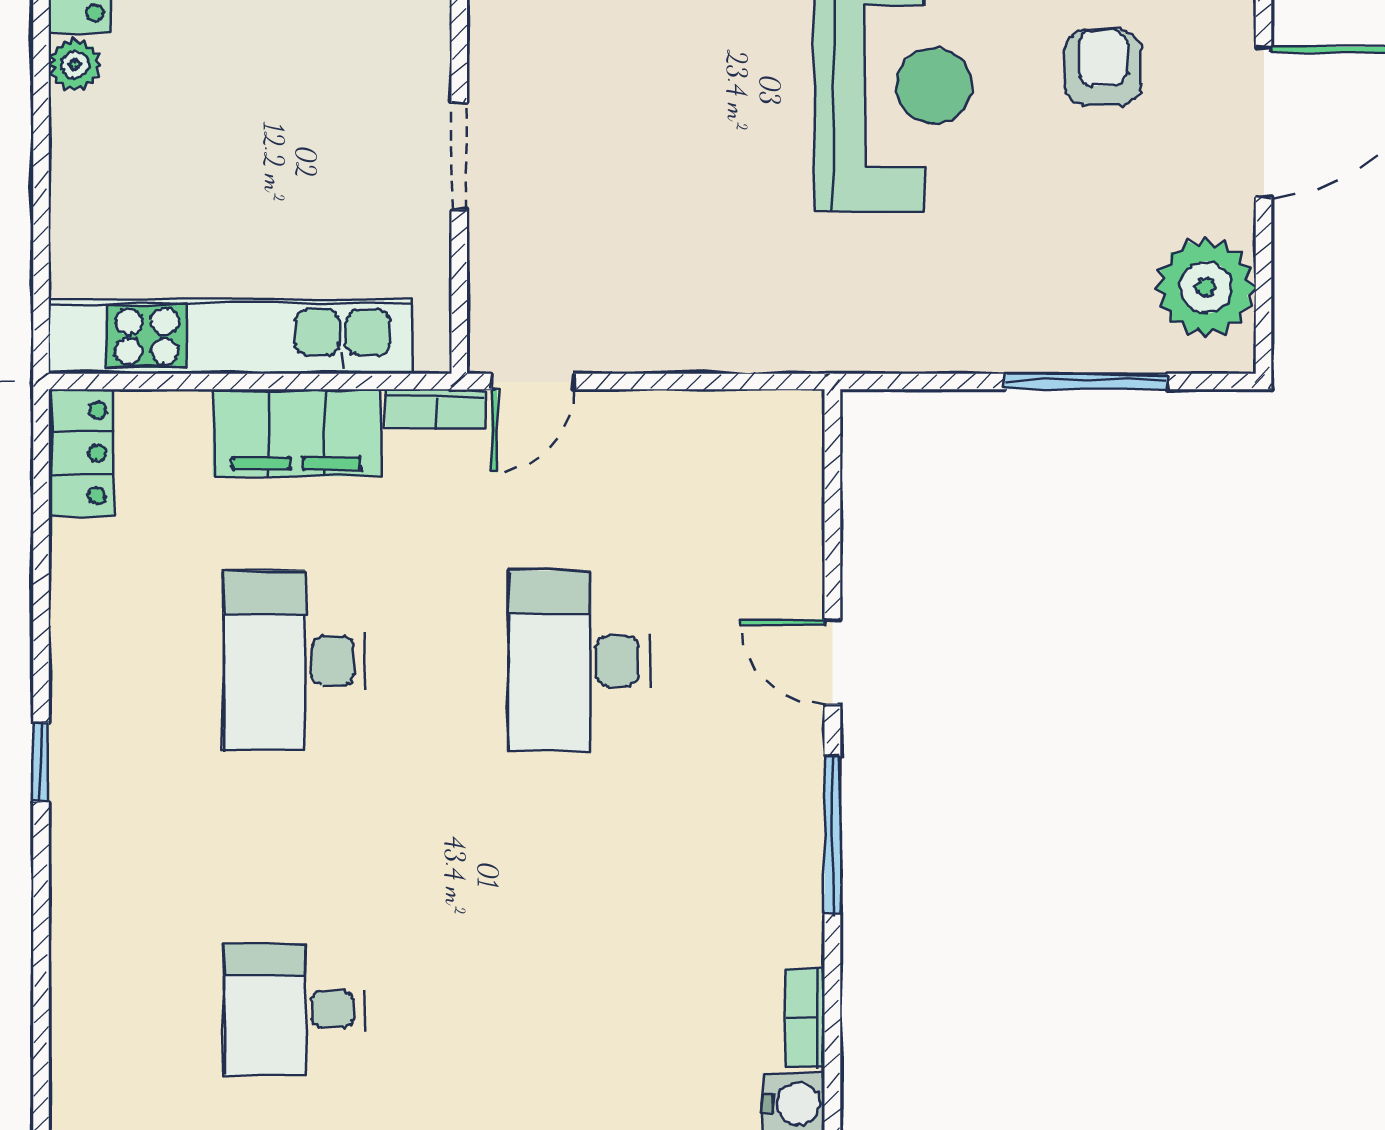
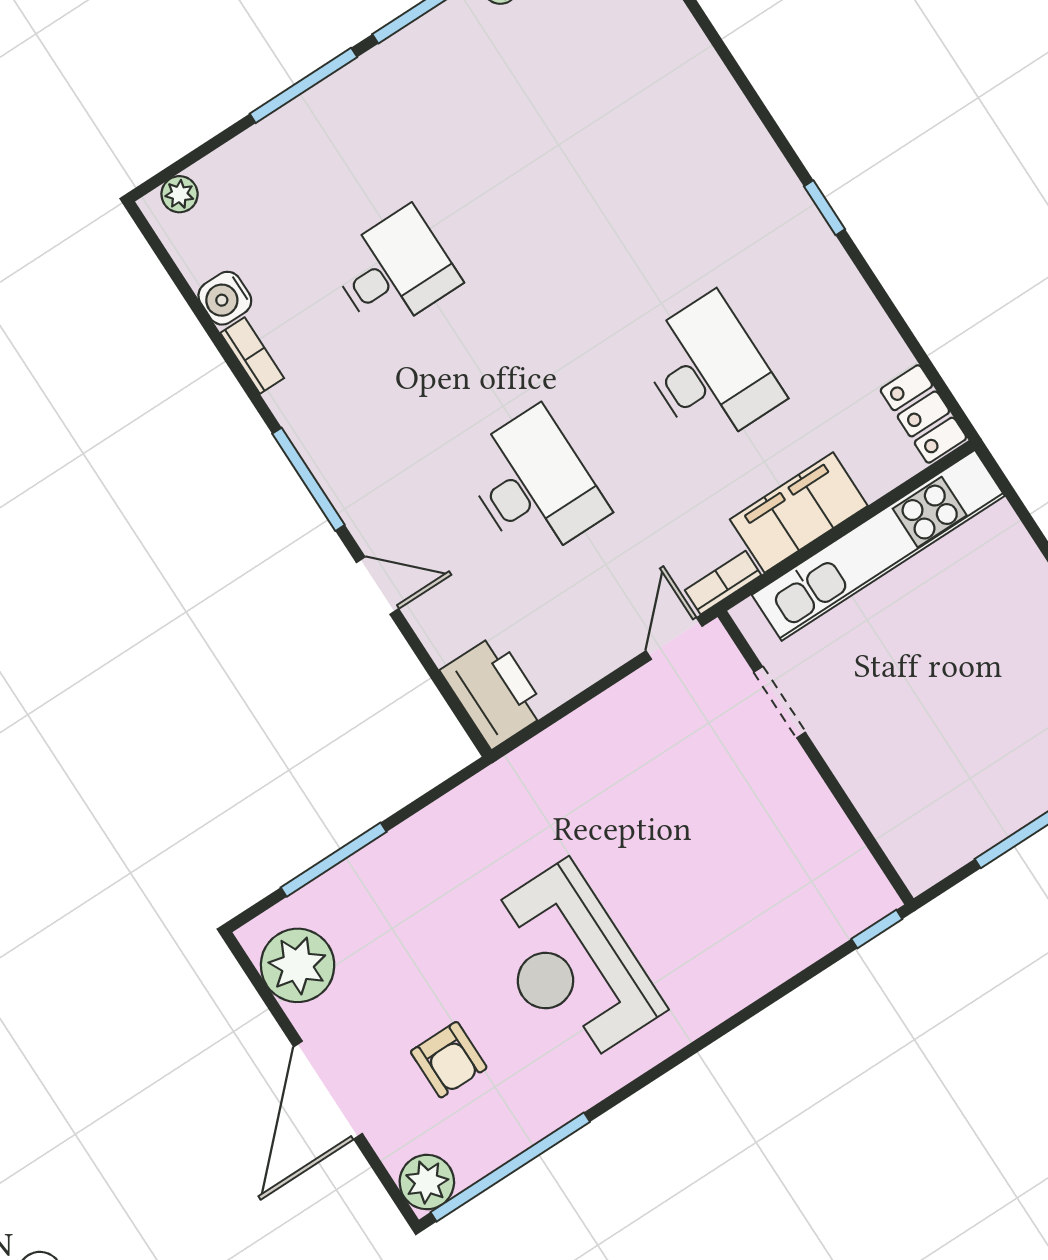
doorway: (459, 156) -> (780, 702), moved
printer: (778, 454) -> (494, 692), added
desk: (294, 1009) -> (395, 271), moved

